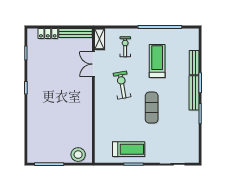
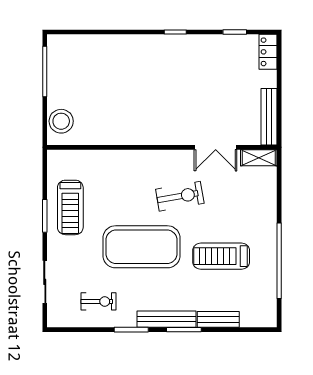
locker: (48, 33) -> (268, 52), moved
exercise bike: (125, 47) -> (98, 301), moved
treadmill: (157, 61) -> (221, 256), turned 180
double door: (93, 64) -> (216, 147), swing flipped
exercise mat: (152, 108) -> (141, 247), width x2.00, depth x1.45

